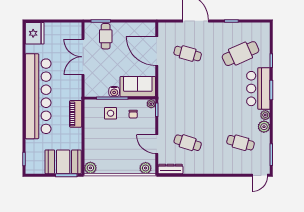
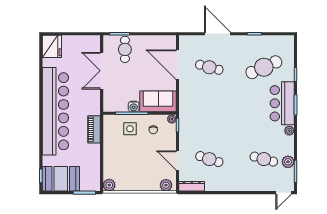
plant: (264, 127) -> (288, 162), moved
booth: (63, 162) -> (61, 179), moved

